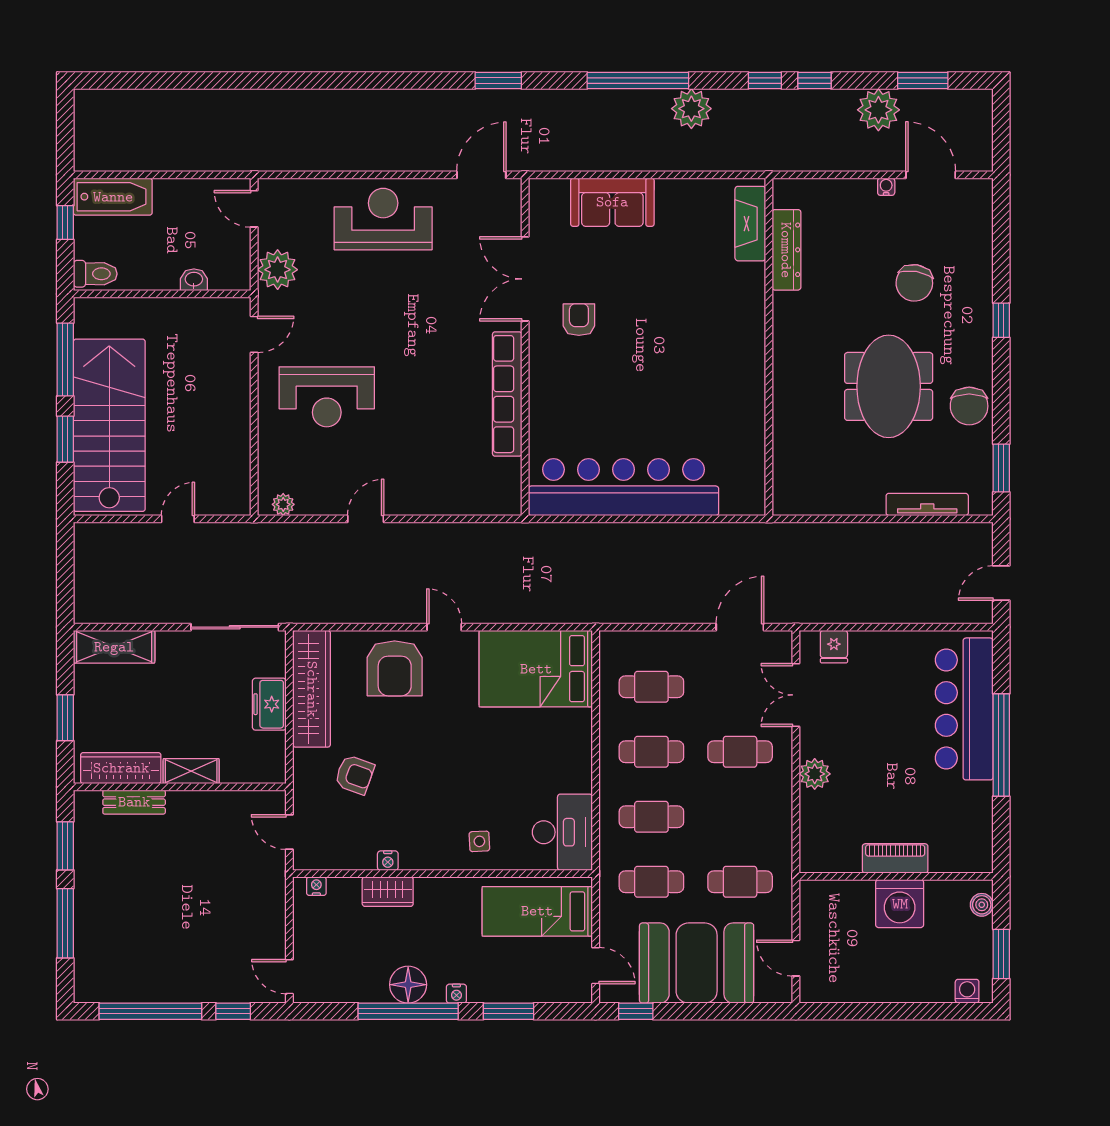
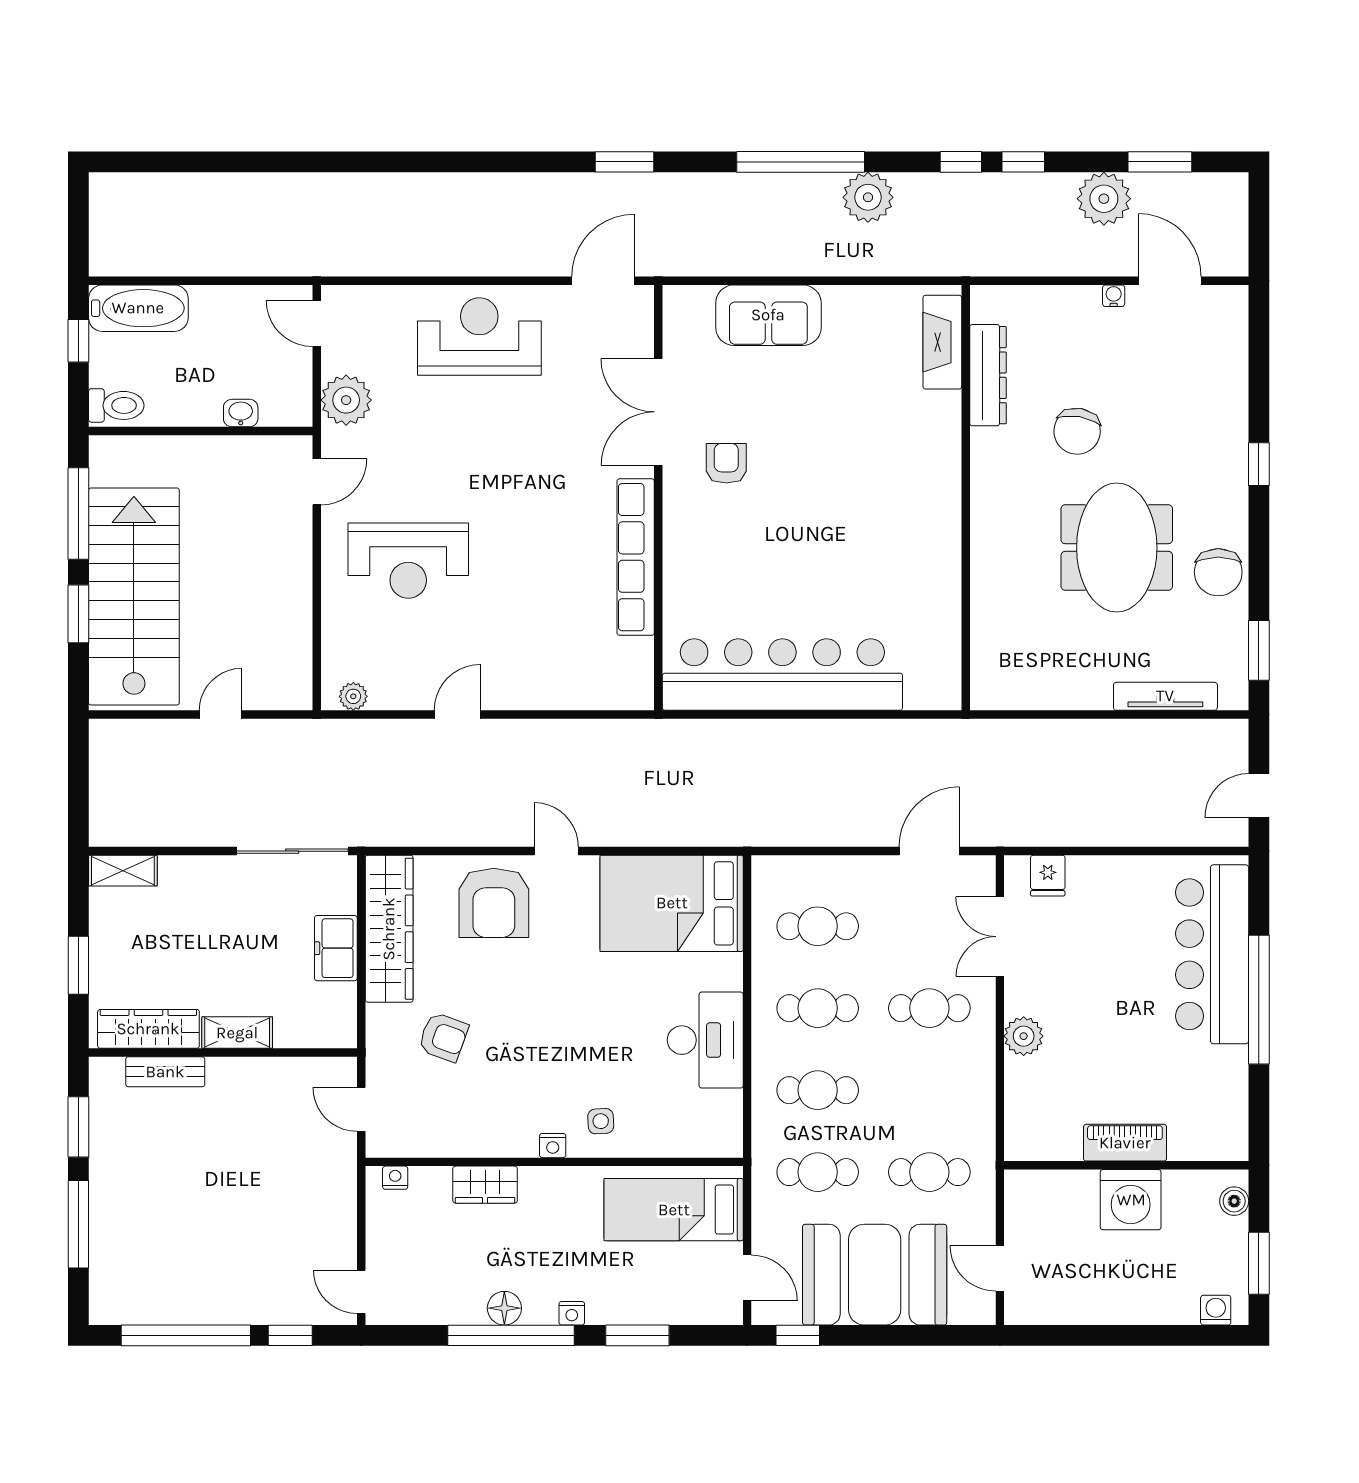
chair: (914, 283) -> (1077, 431), moved
shelving: (114, 647) -> (123, 871), width x0.67, depth x0.75
desk: (562, 832) -> (705, 1040), moved
nightstand: (388, 861) -> (553, 1146), moved
floor lamp: (408, 985) -> (504, 1308), width x0.73, depth x0.73

